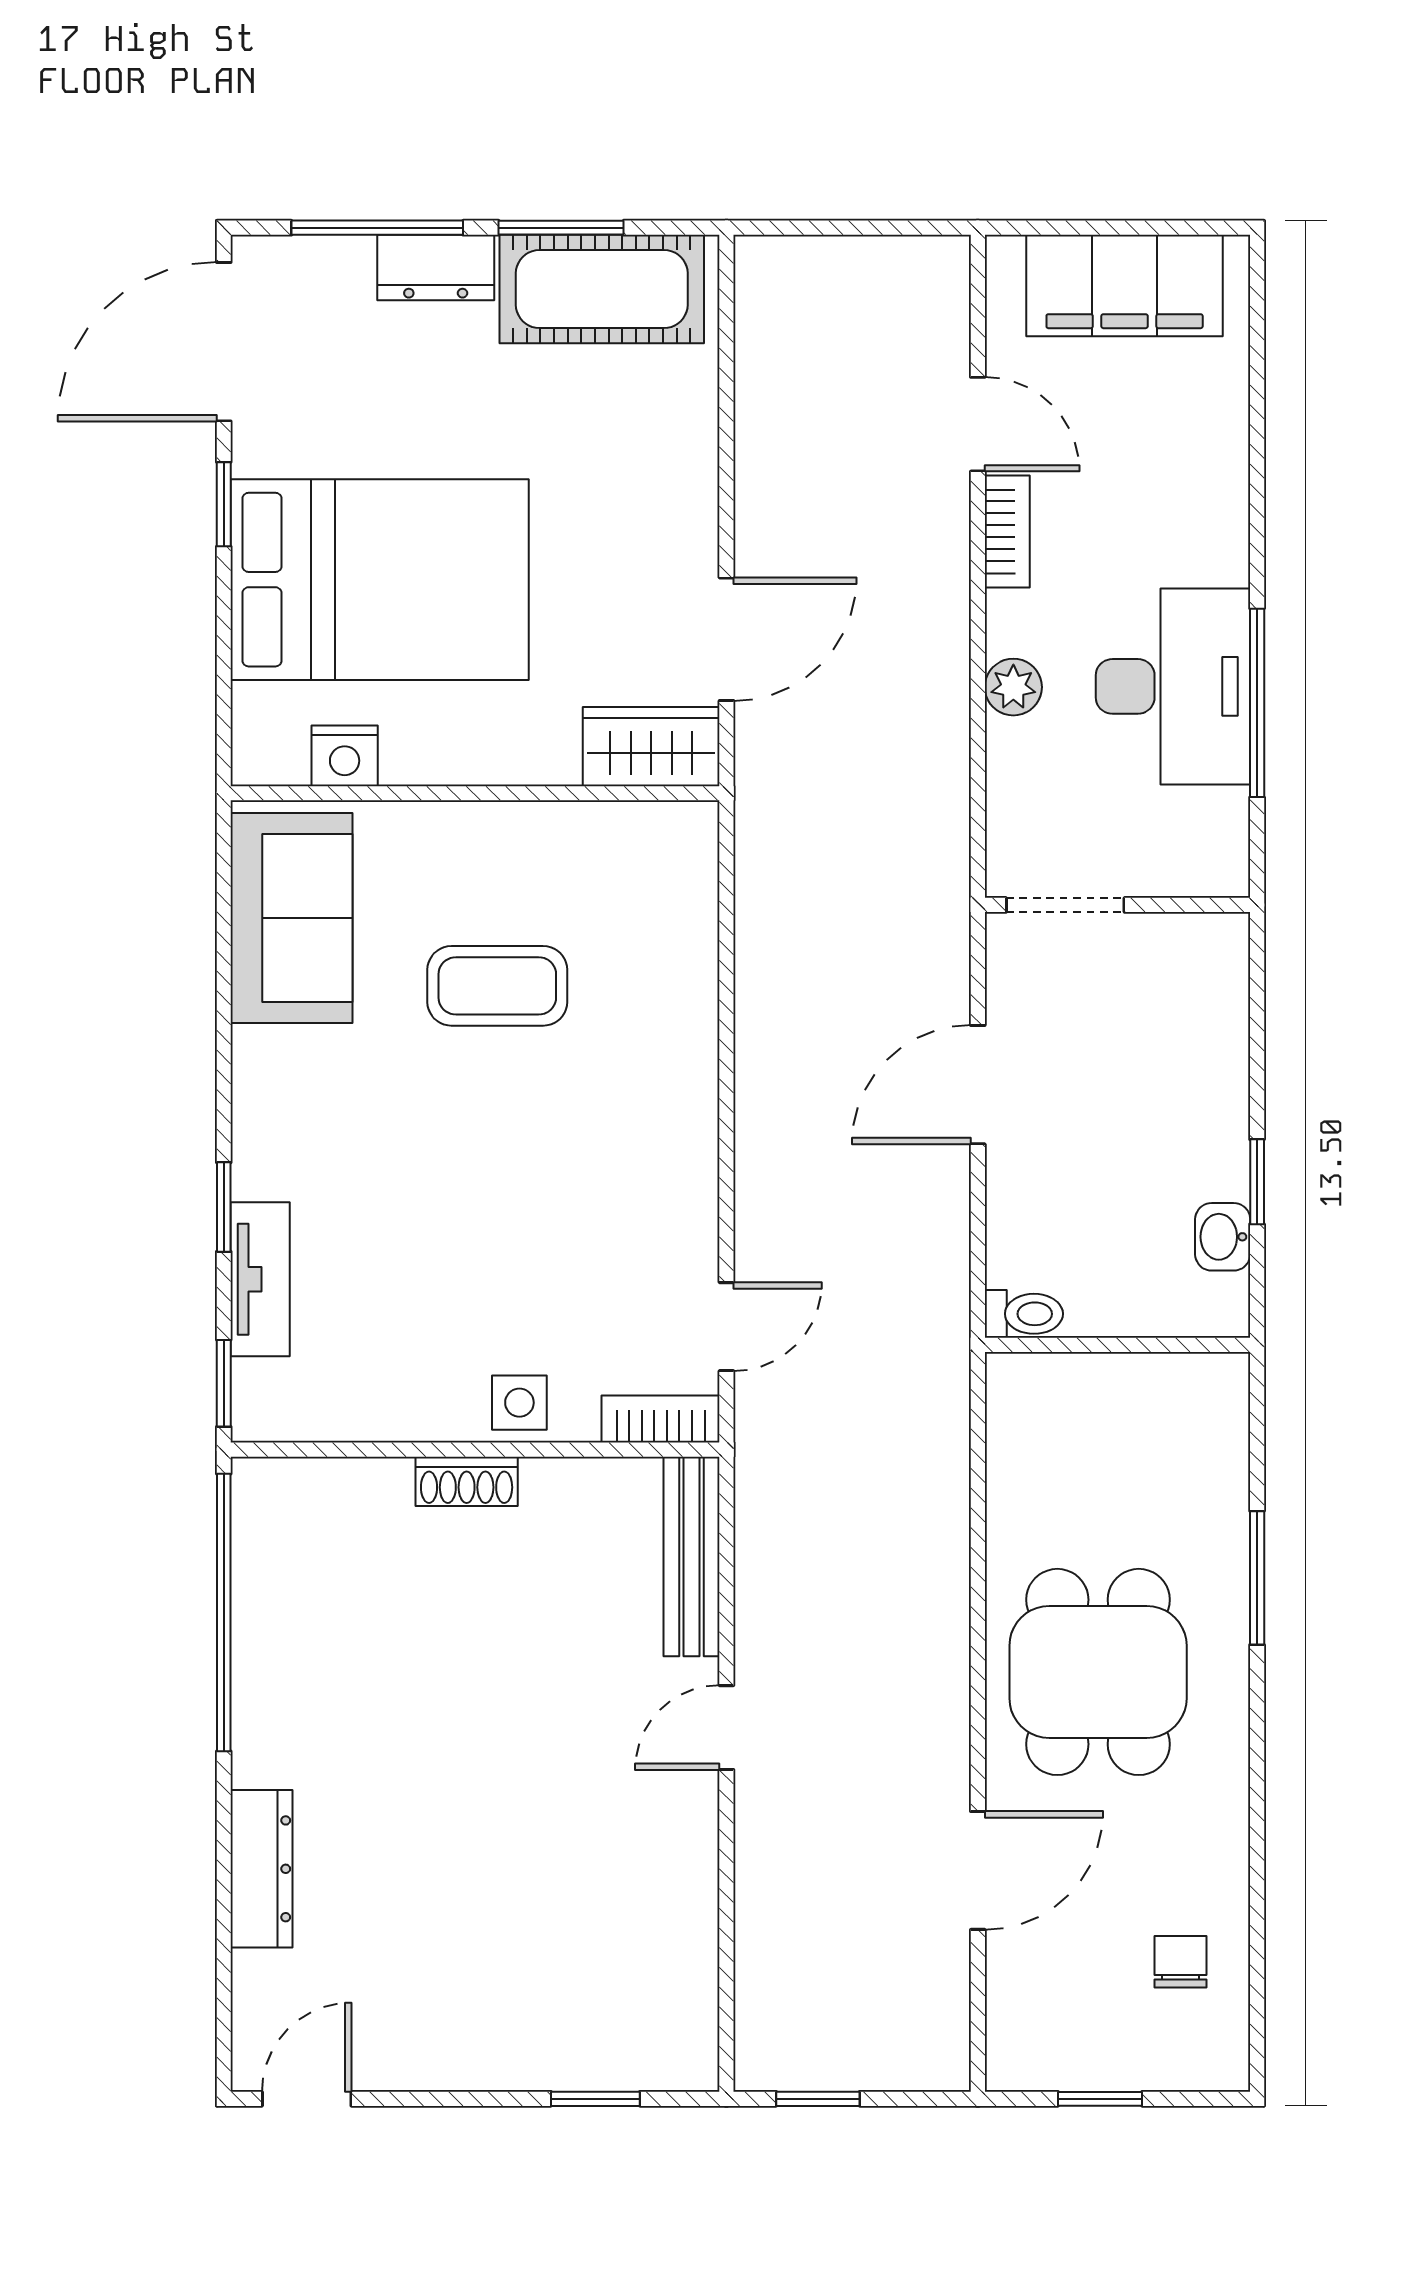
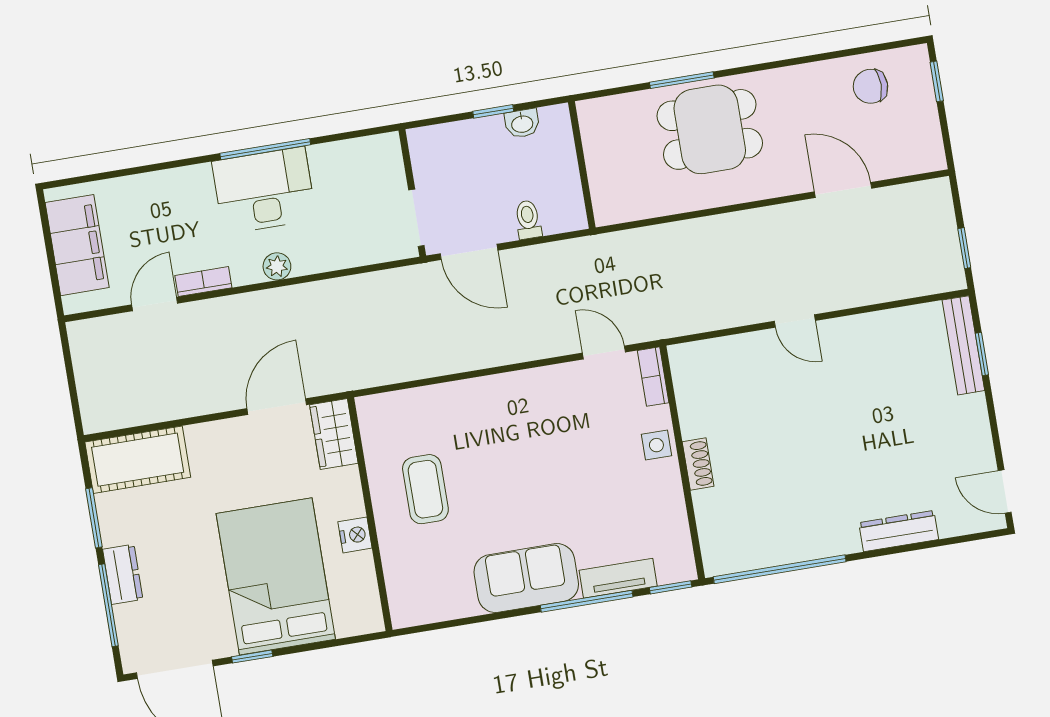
cot: (602, 289) -> (138, 460), moved, turned 90
door: (726, 639) -> (277, 407), hinge flipped
nightstand: (345, 756) -> (355, 535), moved
doorway: (1065, 905) -> (416, 218), moved
wall: (1117, 905) -> (412, 193), moved
sofa: (292, 918) -> (526, 578), moved
coffee table: (497, 986) -> (425, 489), moved
window: (224, 1207) -> (587, 601), width x2.17
toilet: (1024, 1314) -> (528, 220), moved
bench: (691, 1556) -> (963, 345), moved, turned 90
dining table: (1098, 1672) -> (710, 129), moved
chair: (1181, 1962) -> (870, 86), width x1.37, depth x1.37
window: (1100, 2099) -> (937, 81), moved

